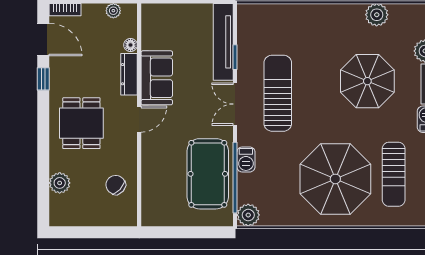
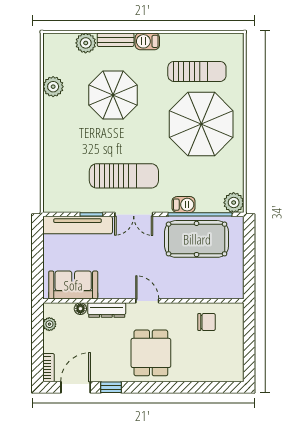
sofa: (157, 78) -> (73, 285), moved
sun lounger: (278, 93) -> (124, 176), turned 180
dining table: (81, 123) -> (151, 353), turned 90
plant: (60, 183) -> (205, 373), removed
chair: (116, 185) -> (207, 322), turned -132

